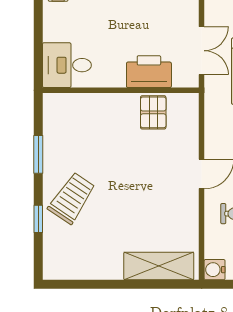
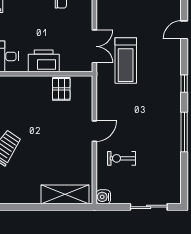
printer: (149, 72) -> (44, 61), moved

